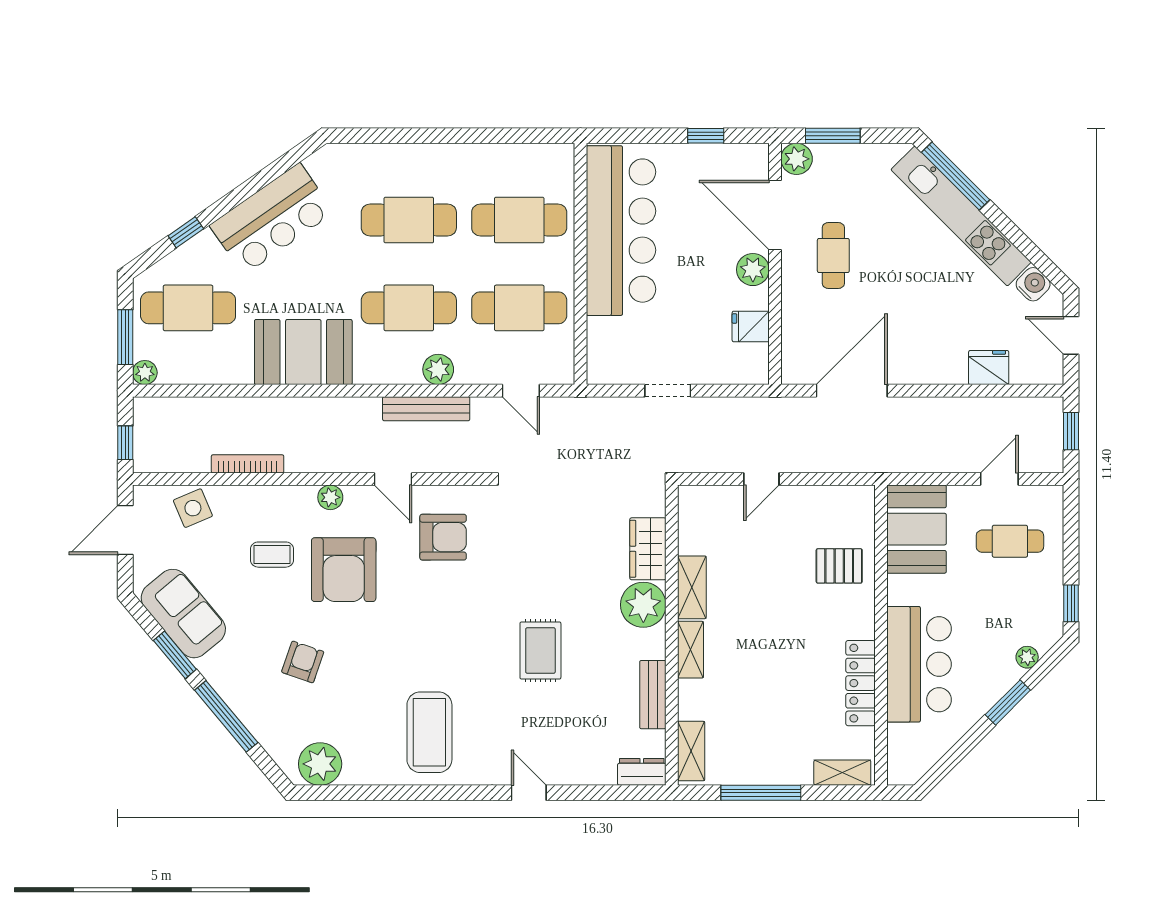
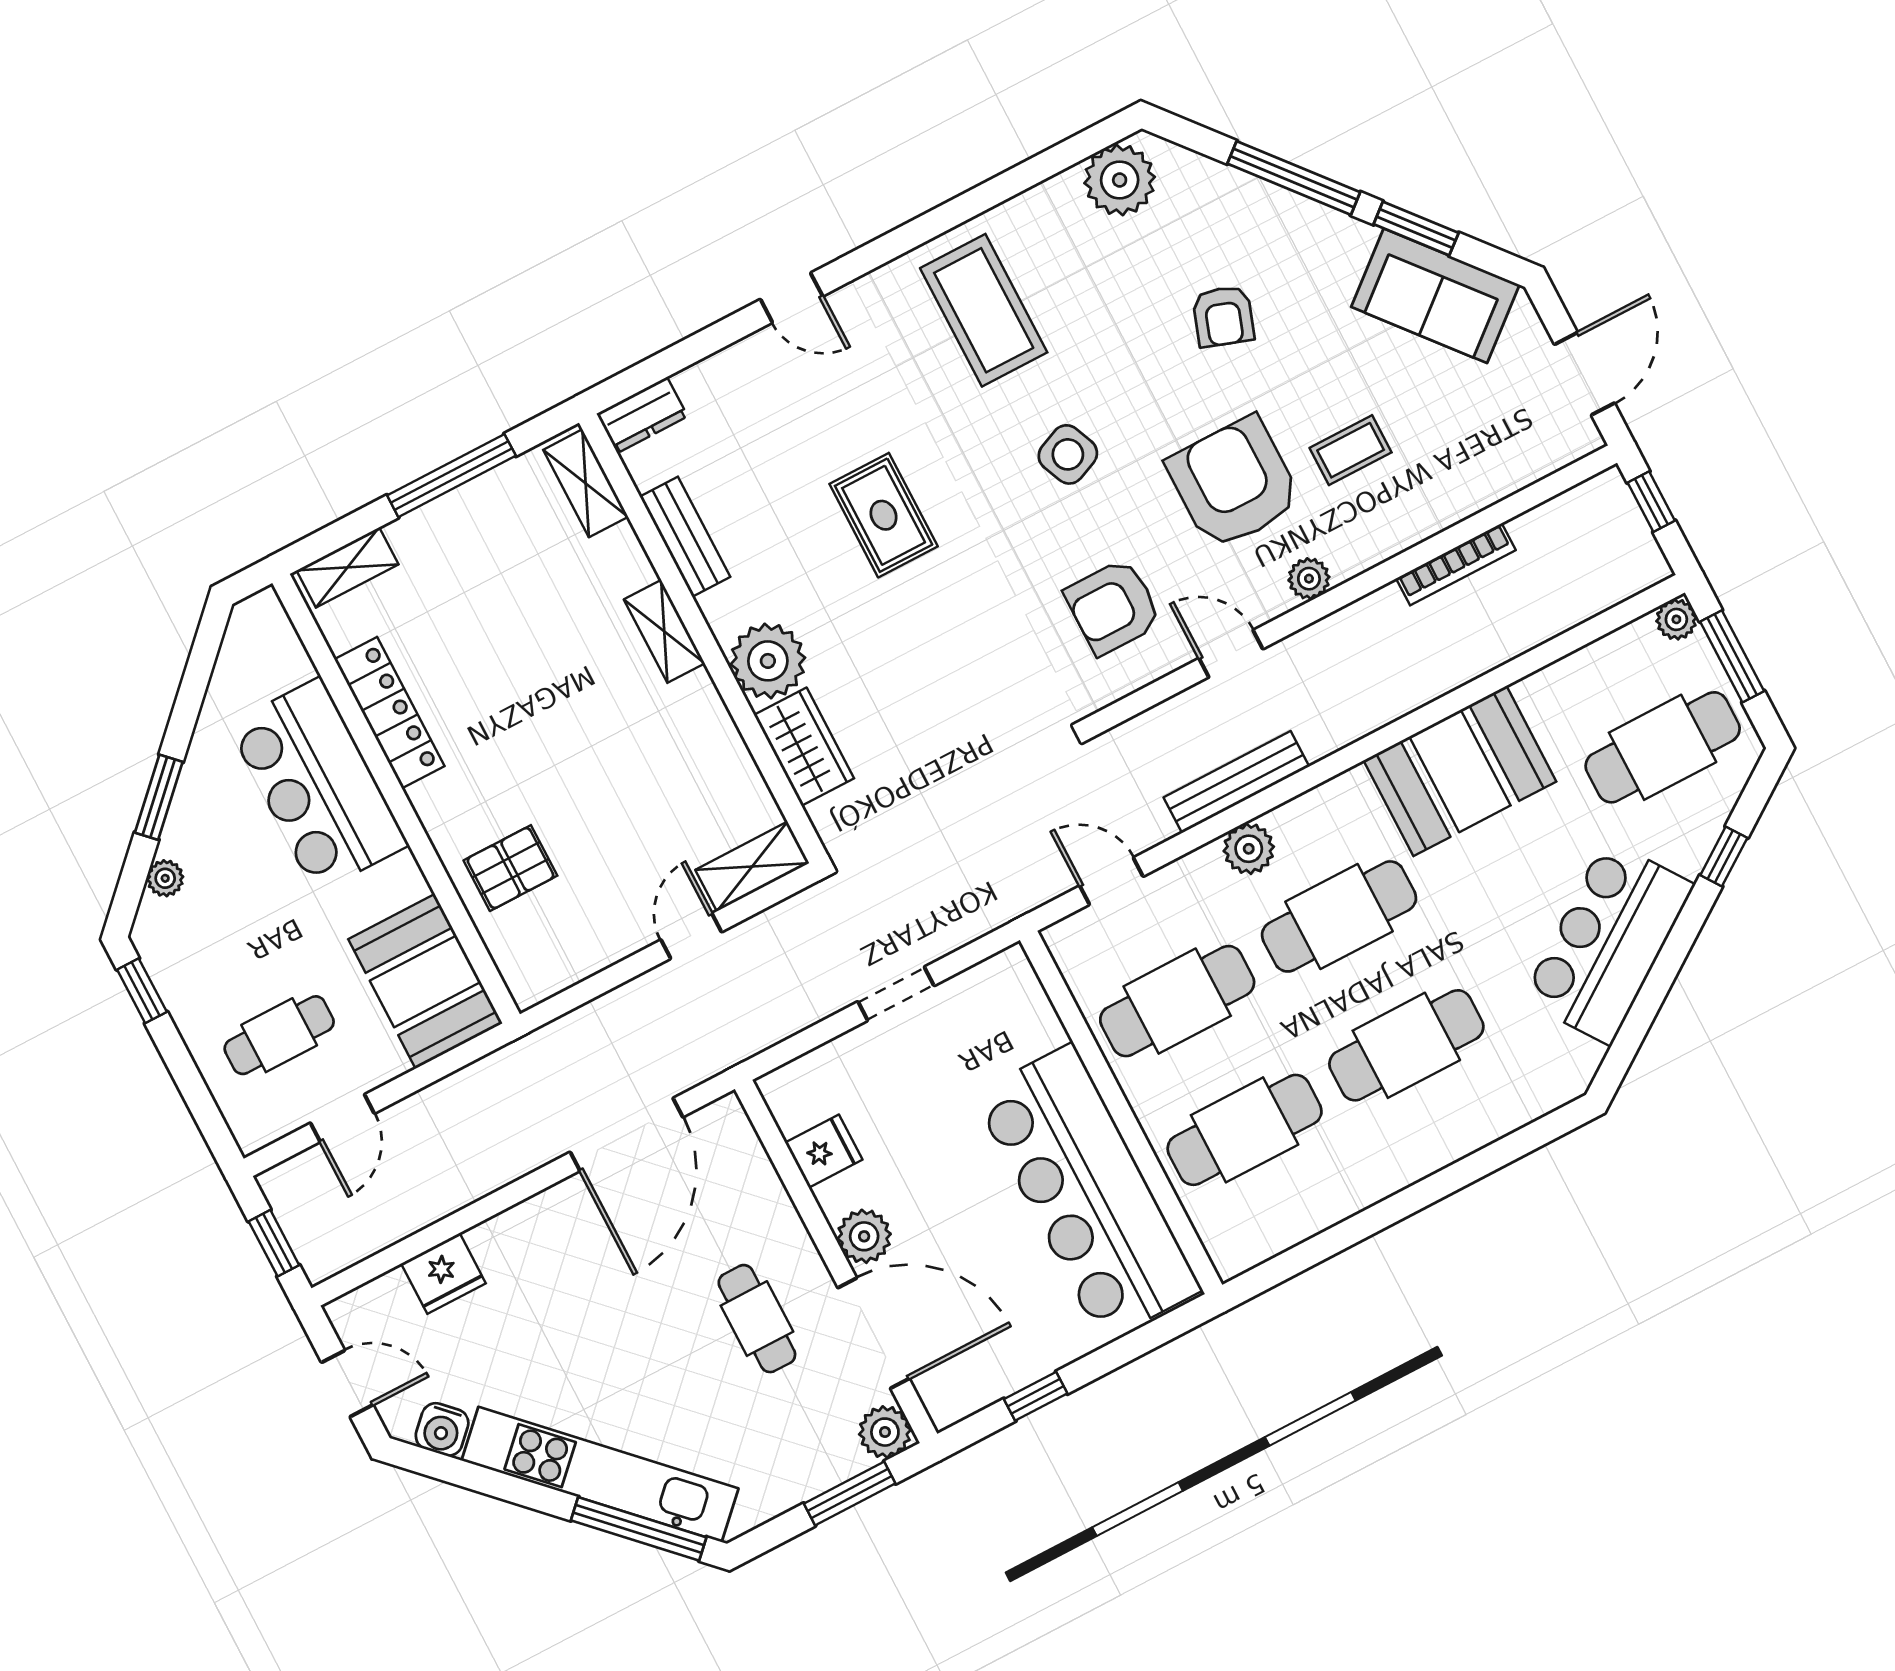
side table: (193, 508) -> (1068, 454), moved
shelving: (692, 587) -> (752, 866), moved, turned 90

